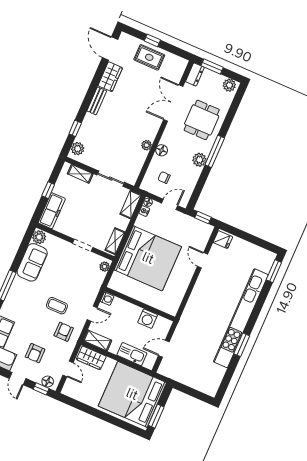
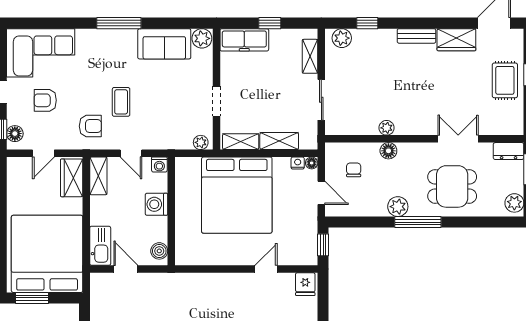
double door: (173, 103) -> (458, 139), width x0.73
shelving: (131, 204) -> (279, 141), moved
washing machine: (148, 319) -> (156, 204), moved
boiler: (162, 323) -> (159, 251), added
kitchen sink: (132, 354) -> (100, 246), moved

